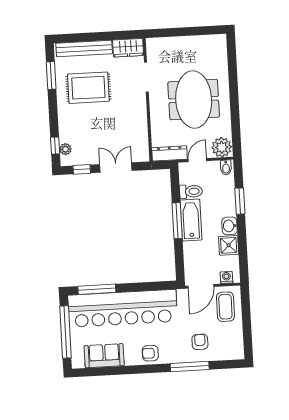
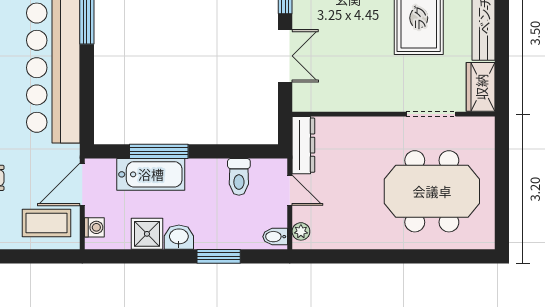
meeting table: (194, 100) -> (432, 191), moved
plant: (222, 147) -> (301, 231), width x0.53, depth x0.53
bathtub: (191, 220) -> (151, 174), moved
window: (177, 221) -> (159, 151), moved
door: (201, 286) -> (82, 184), hinge flipped

